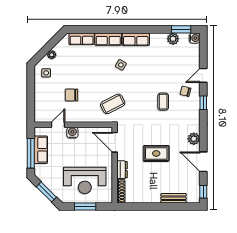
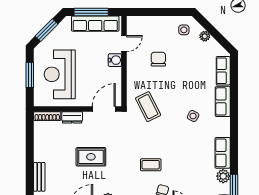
row of seats: (136, 39) -> (223, 153), moved
door: (58, 125) -> (124, 44), hinge flipped
row of seats: (41, 150) -> (95, 24), width x1.48
rug: (156, 153) -> (91, 157), turned 90

